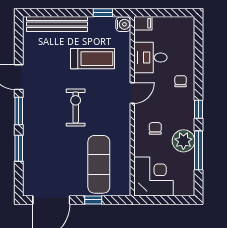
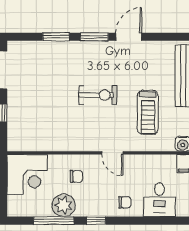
desk: (150, 58) -> (160, 200), moved, turned 180
exercise mat: (99, 164) -> (40, 119), removed

